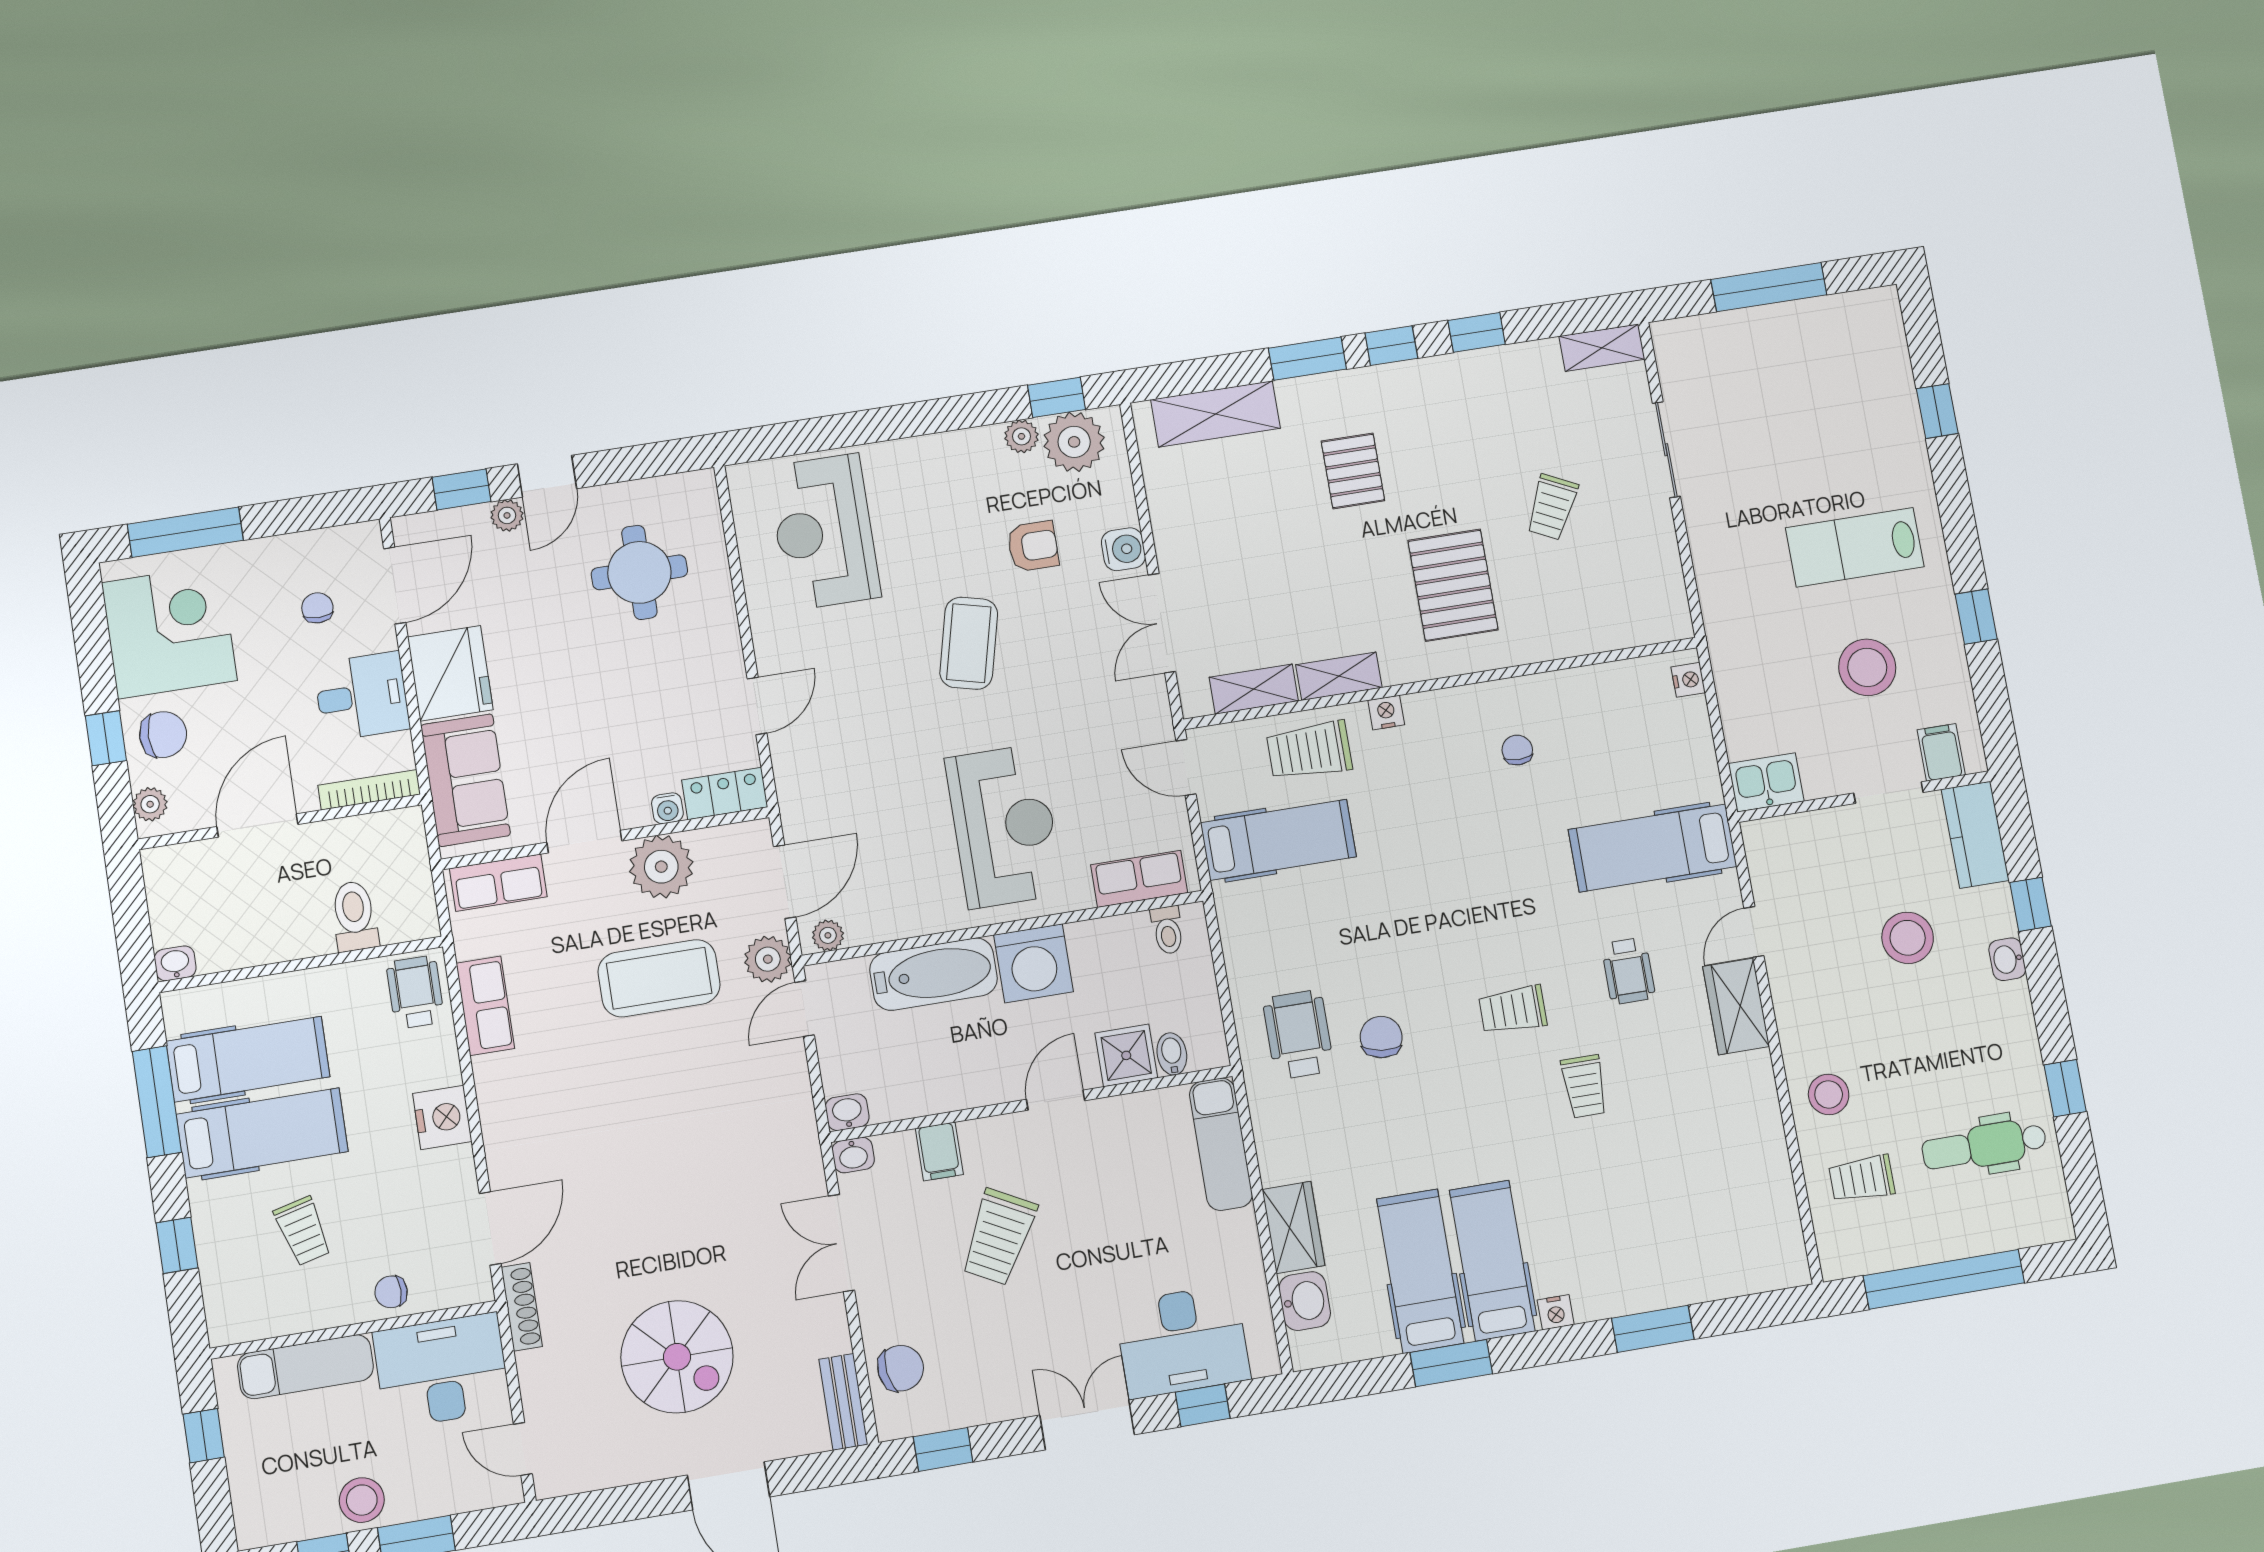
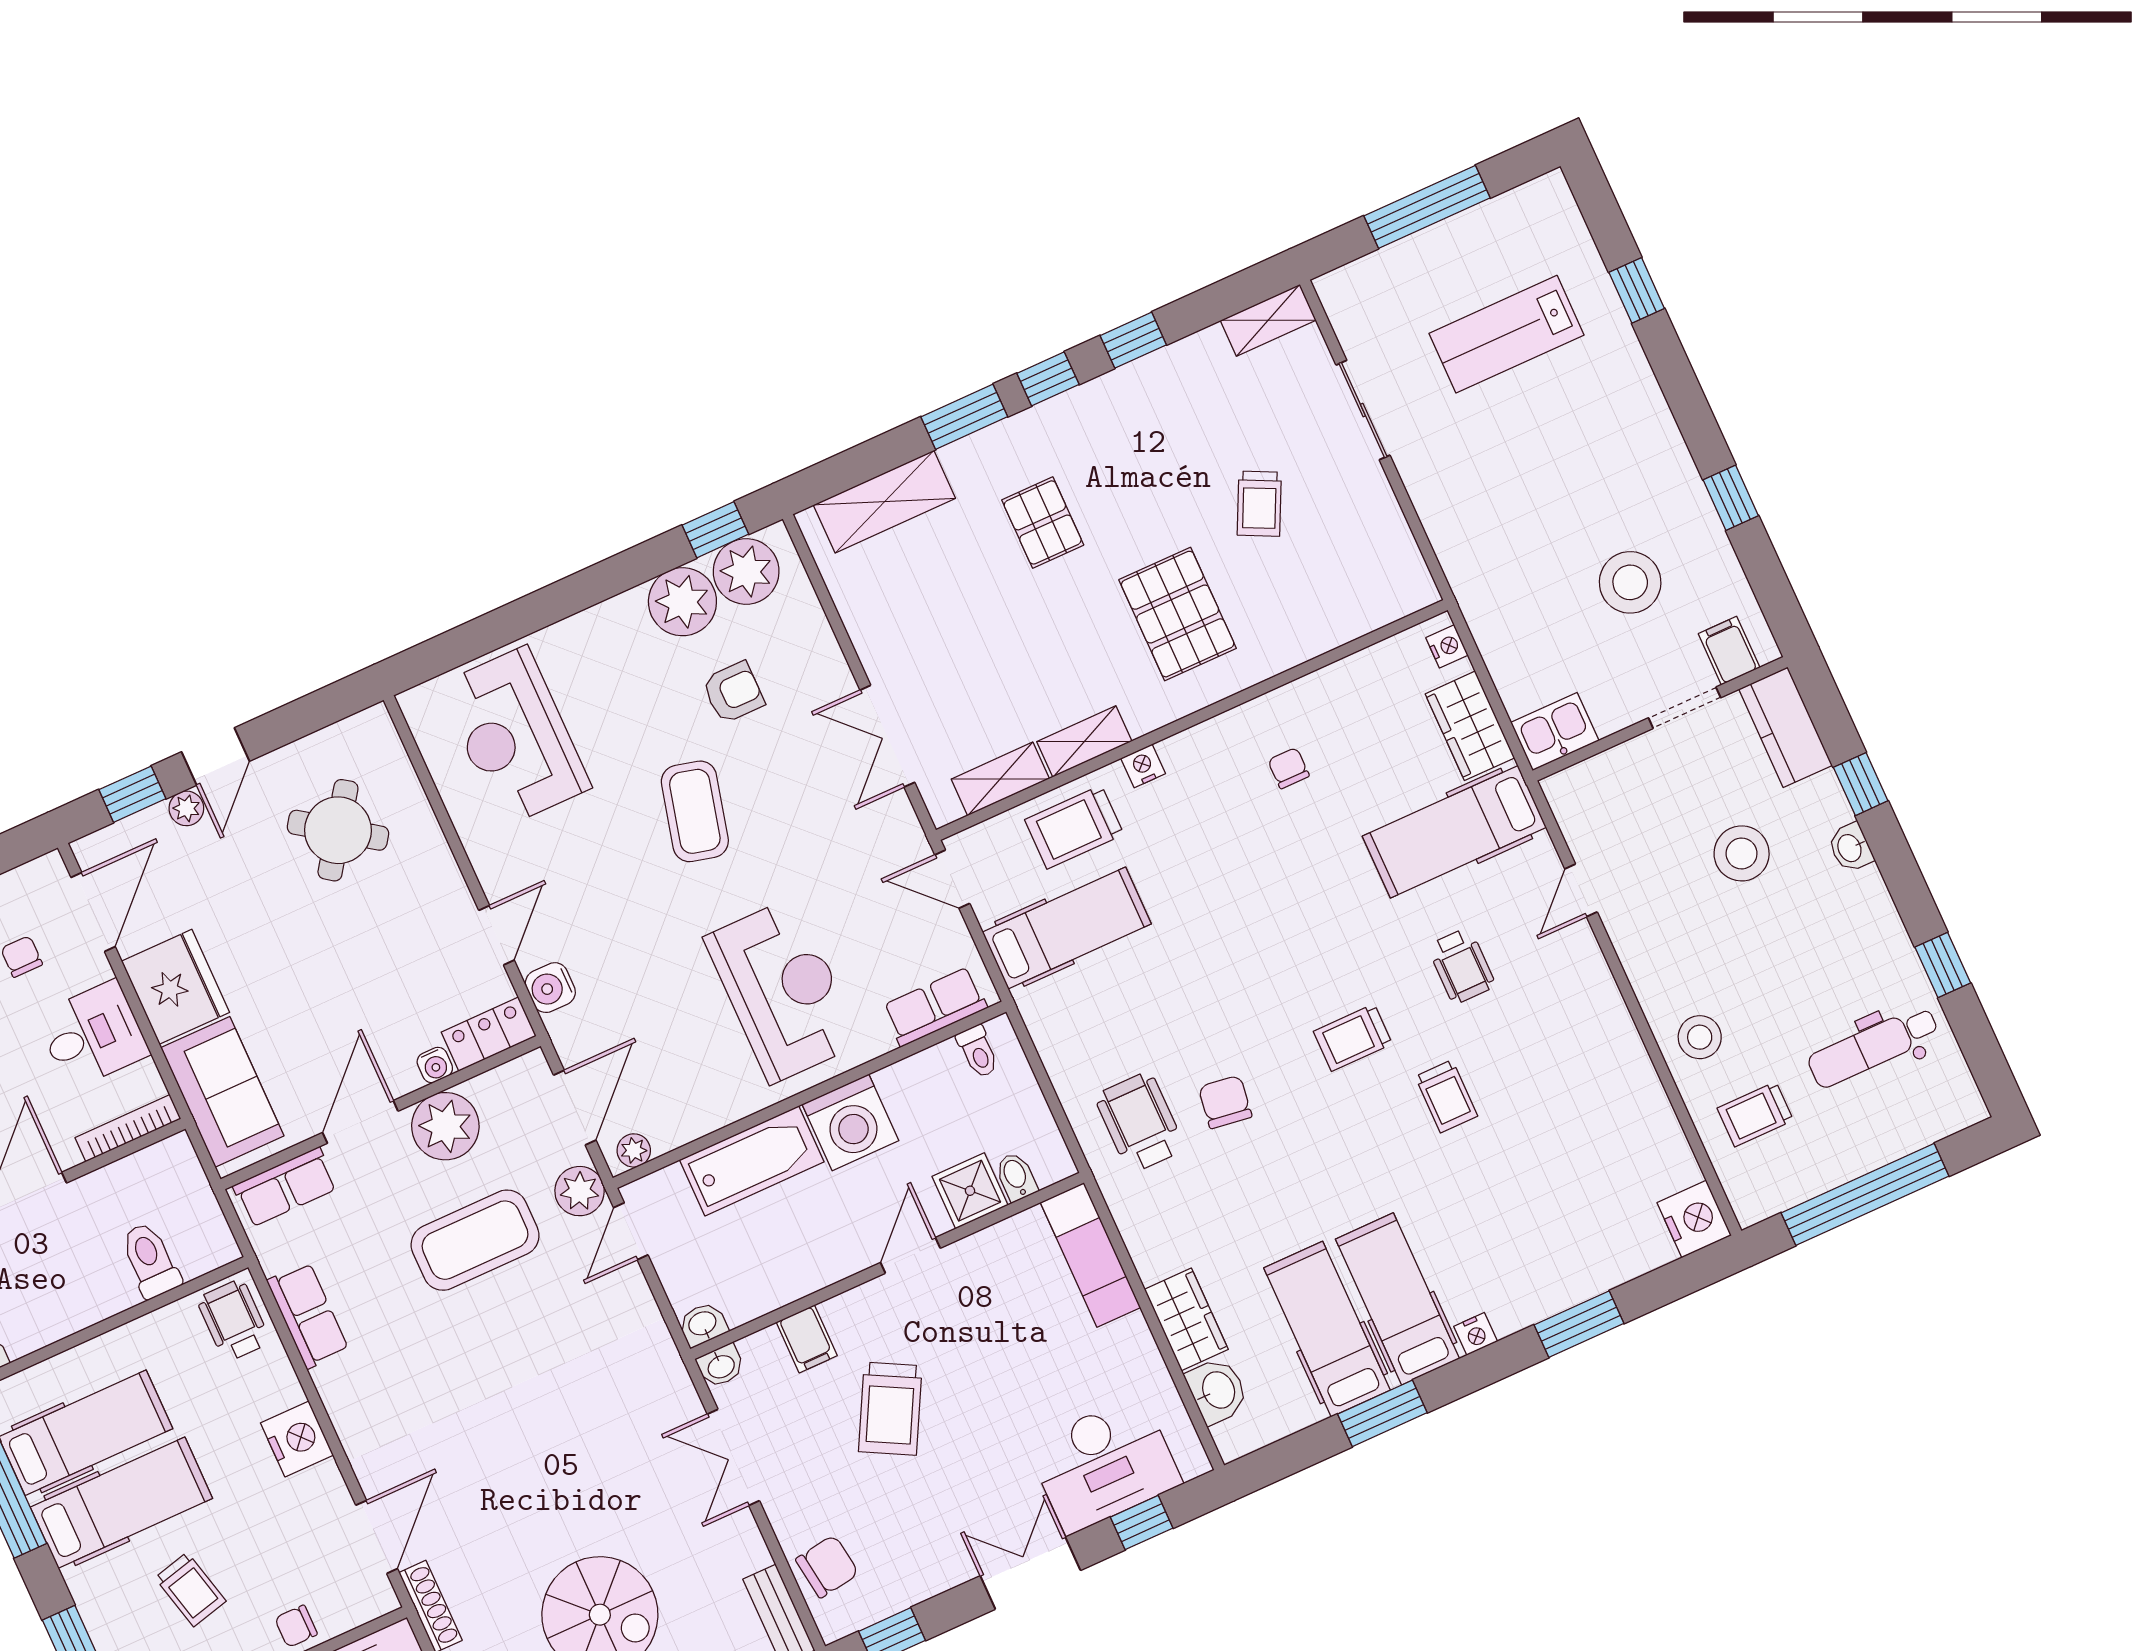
plant: (1022, 436) -> (682, 602), width x1.88, depth x1.88
lab bench: (1855, 547) -> (1507, 334), moved
water cooler: (1123, 549) -> (550, 988), moved, turned 180
round table: (639, 572) -> (338, 830), turned 35
wardrobe: (1736, 1006) -> (1470, 726), moved
nightstand: (1782, 1260) -> (1694, 1219), added

